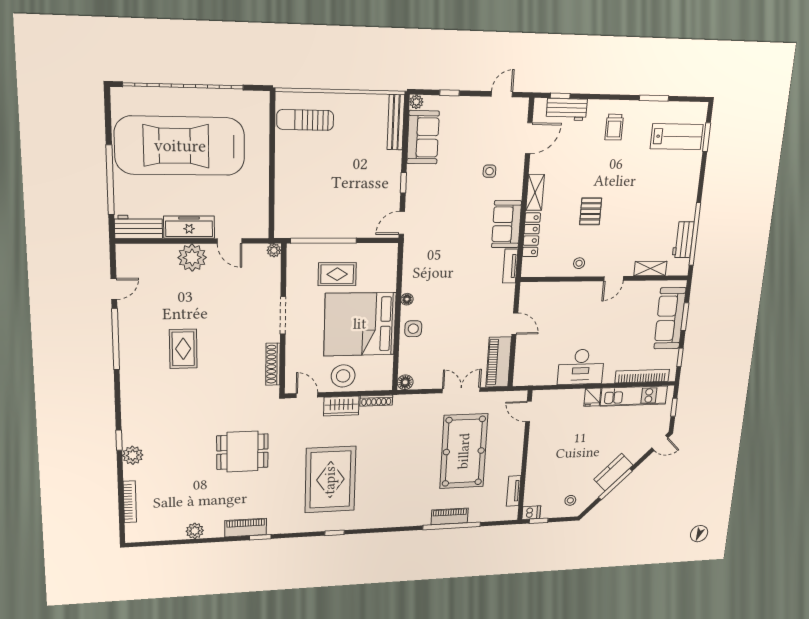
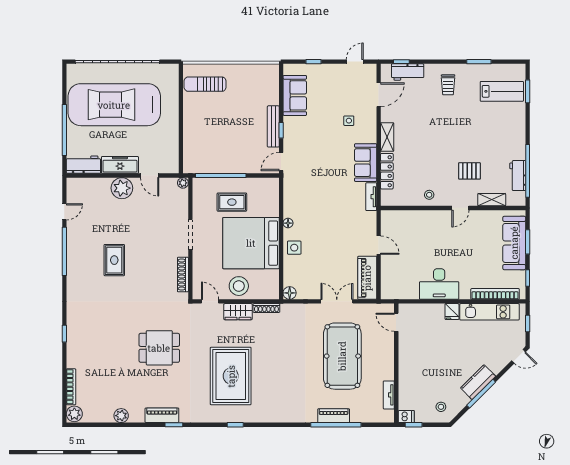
plant: (416, 102) -> (288, 69), removed
bench: (396, 122) -> (273, 126), moved
pallet: (591, 211) -> (469, 171), moved, turned 90
plant: (133, 455) -> (74, 414), moved

